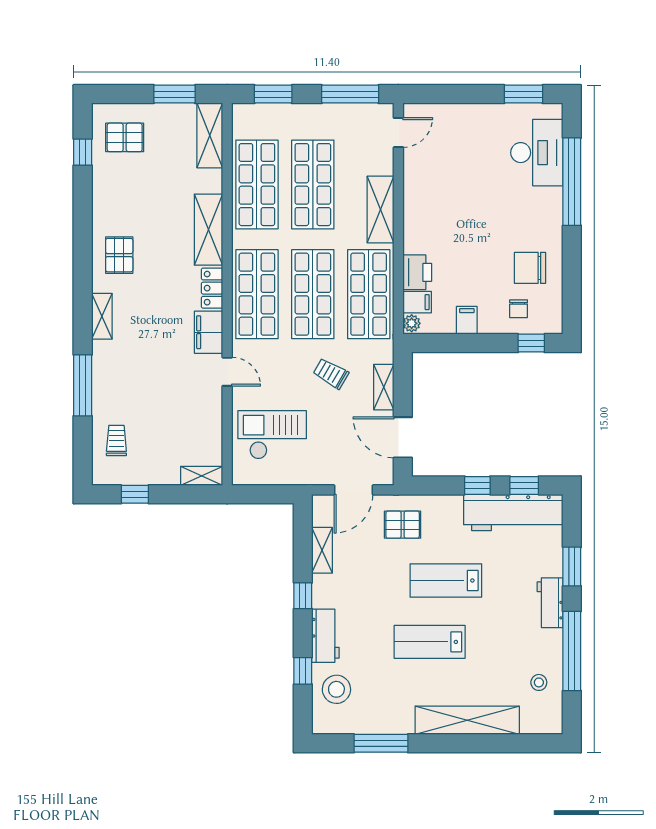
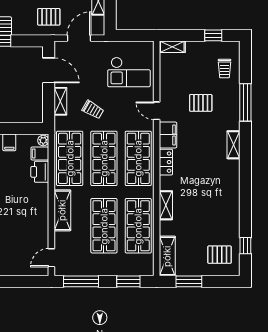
shelving: (209, 230) -> (166, 205), width x0.67, depth x0.75
pallet: (119, 255) -> (201, 103), moved, turned 90

